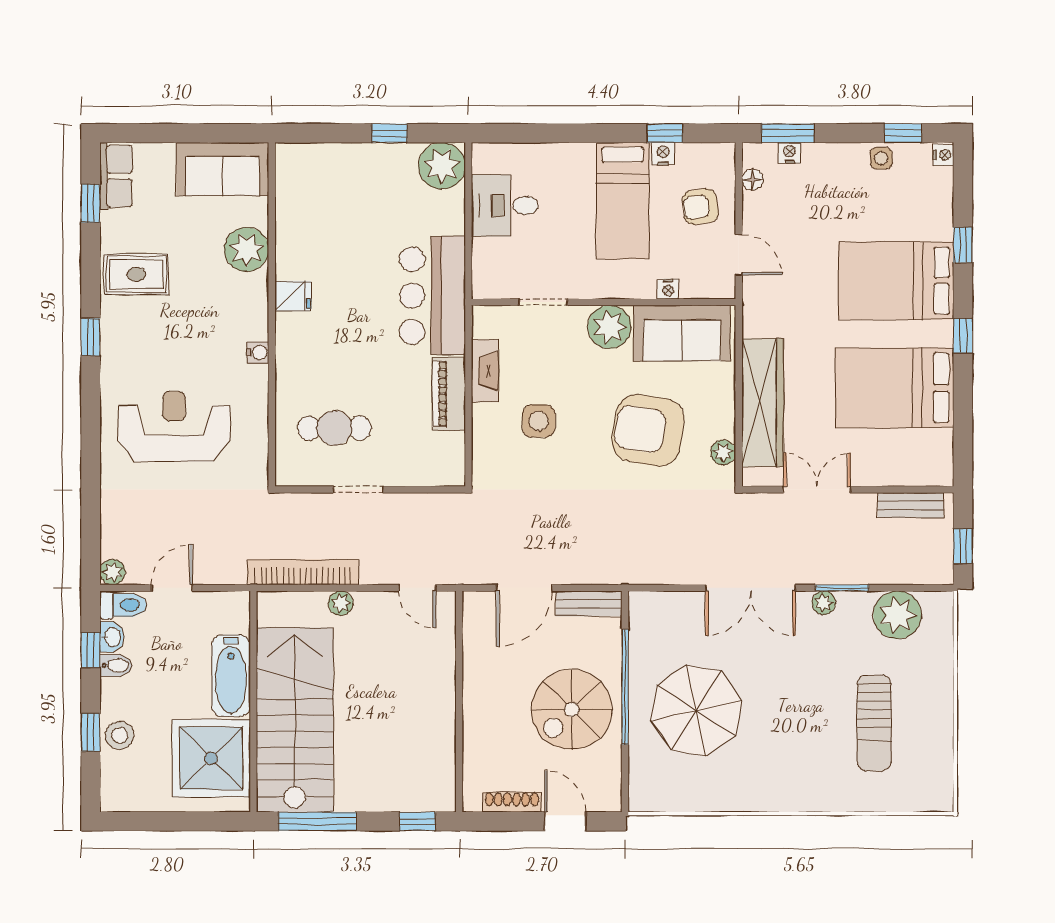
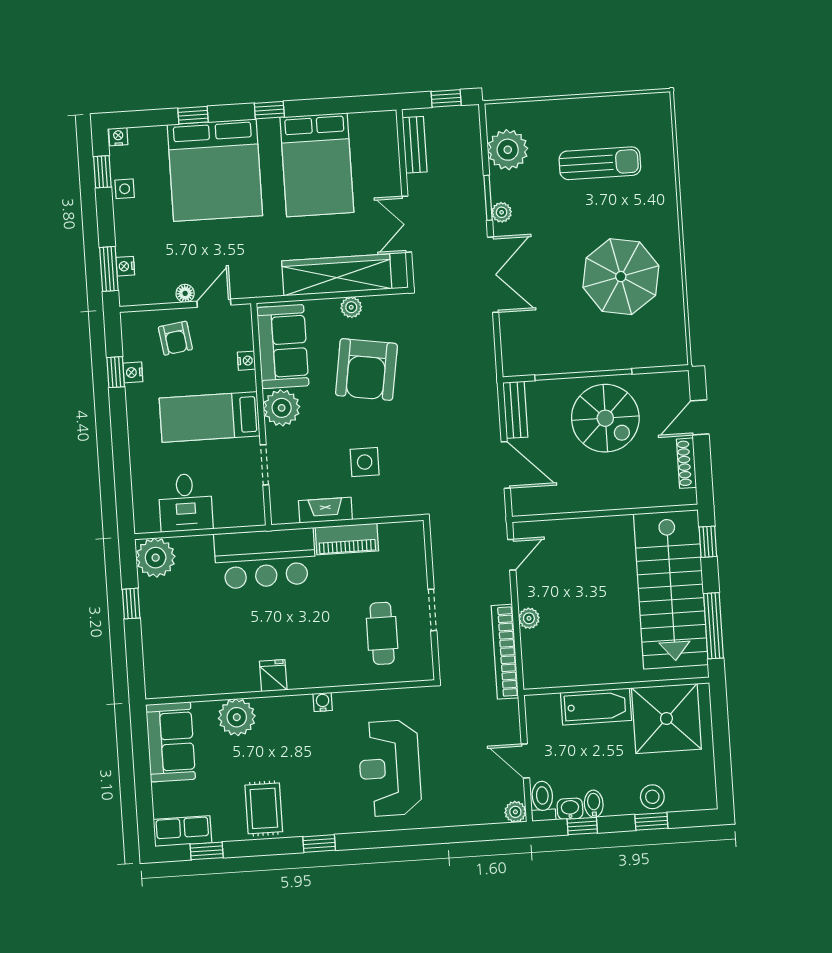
floor lamp: (753, 180) -> (185, 293), moved
bed: (623, 201) -> (210, 417), moved, turned 180
bed: (896, 281) -> (215, 170), width x1.36
plant: (723, 452) -> (351, 307), moved
parasol: (696, 711) -> (621, 277), moved
stairs: (295, 720) -> (671, 589), moved, turned -90

